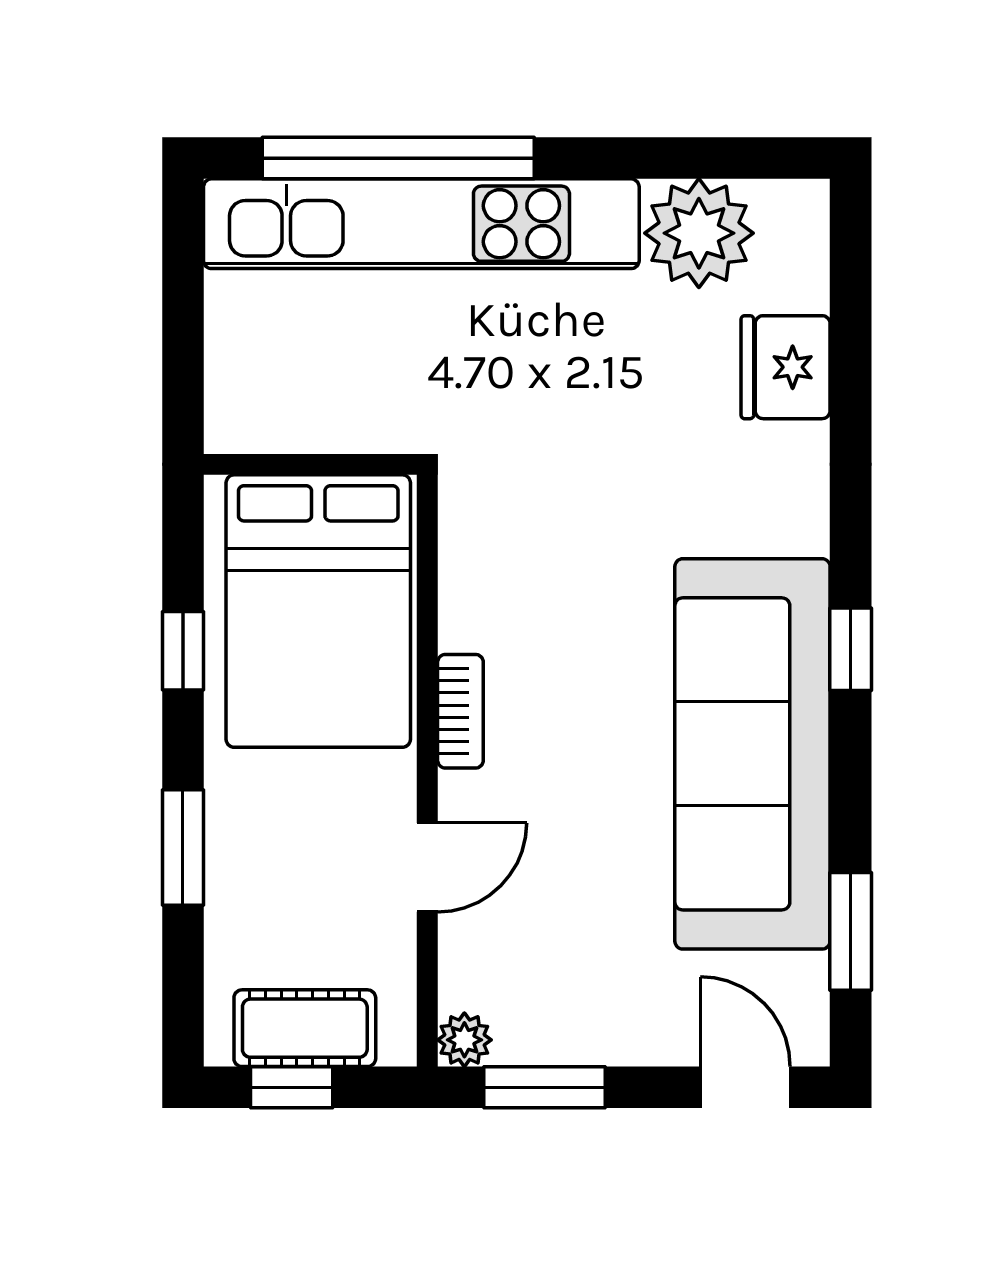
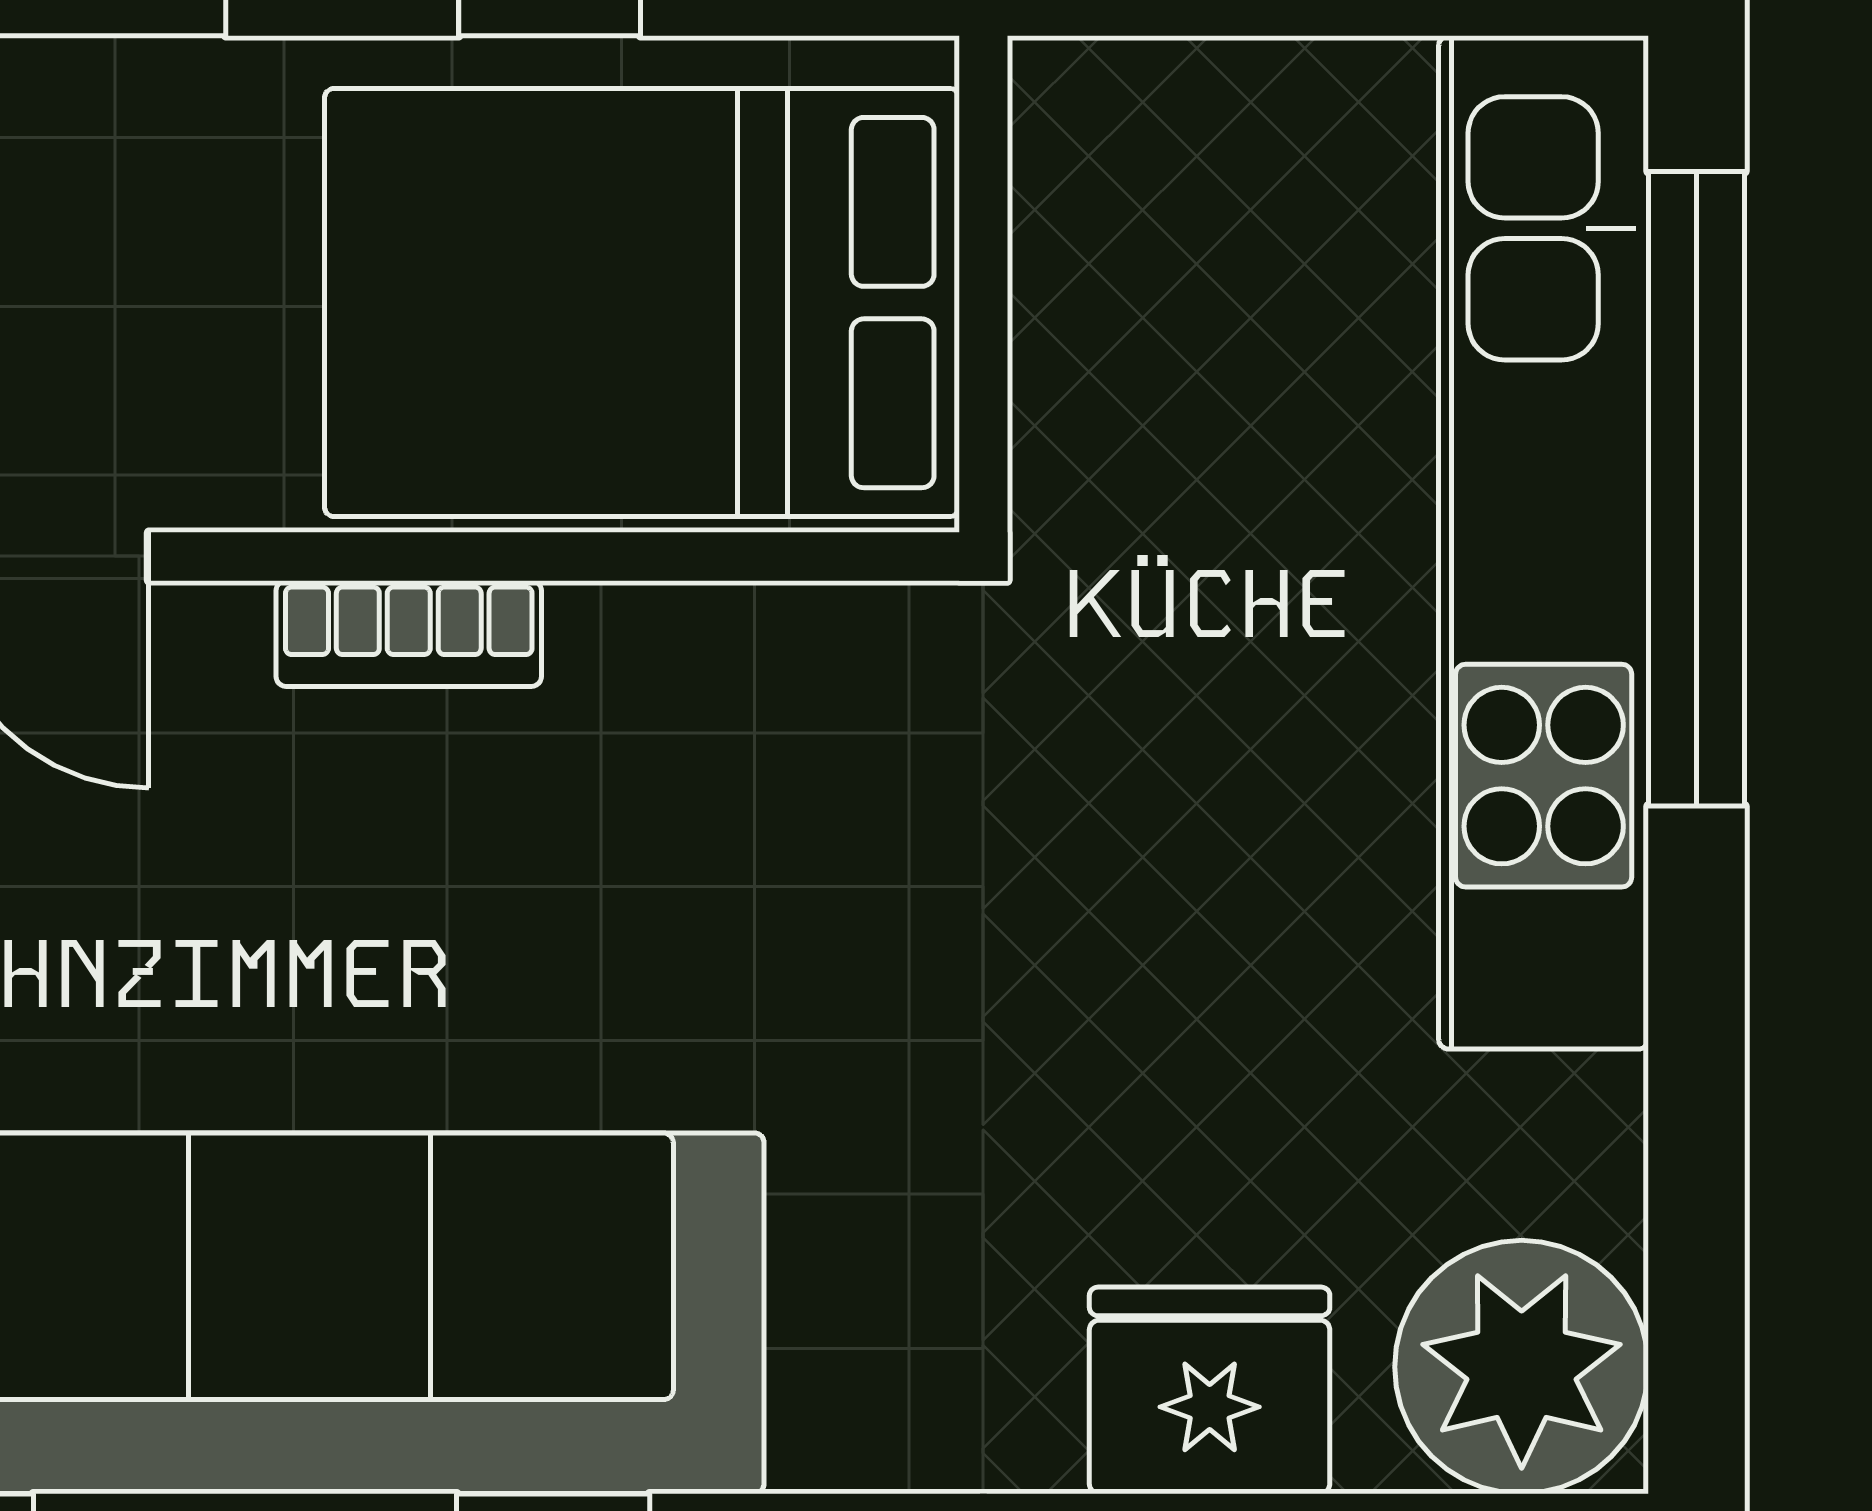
plant: (699, 233) -> (1522, 1367), moved

